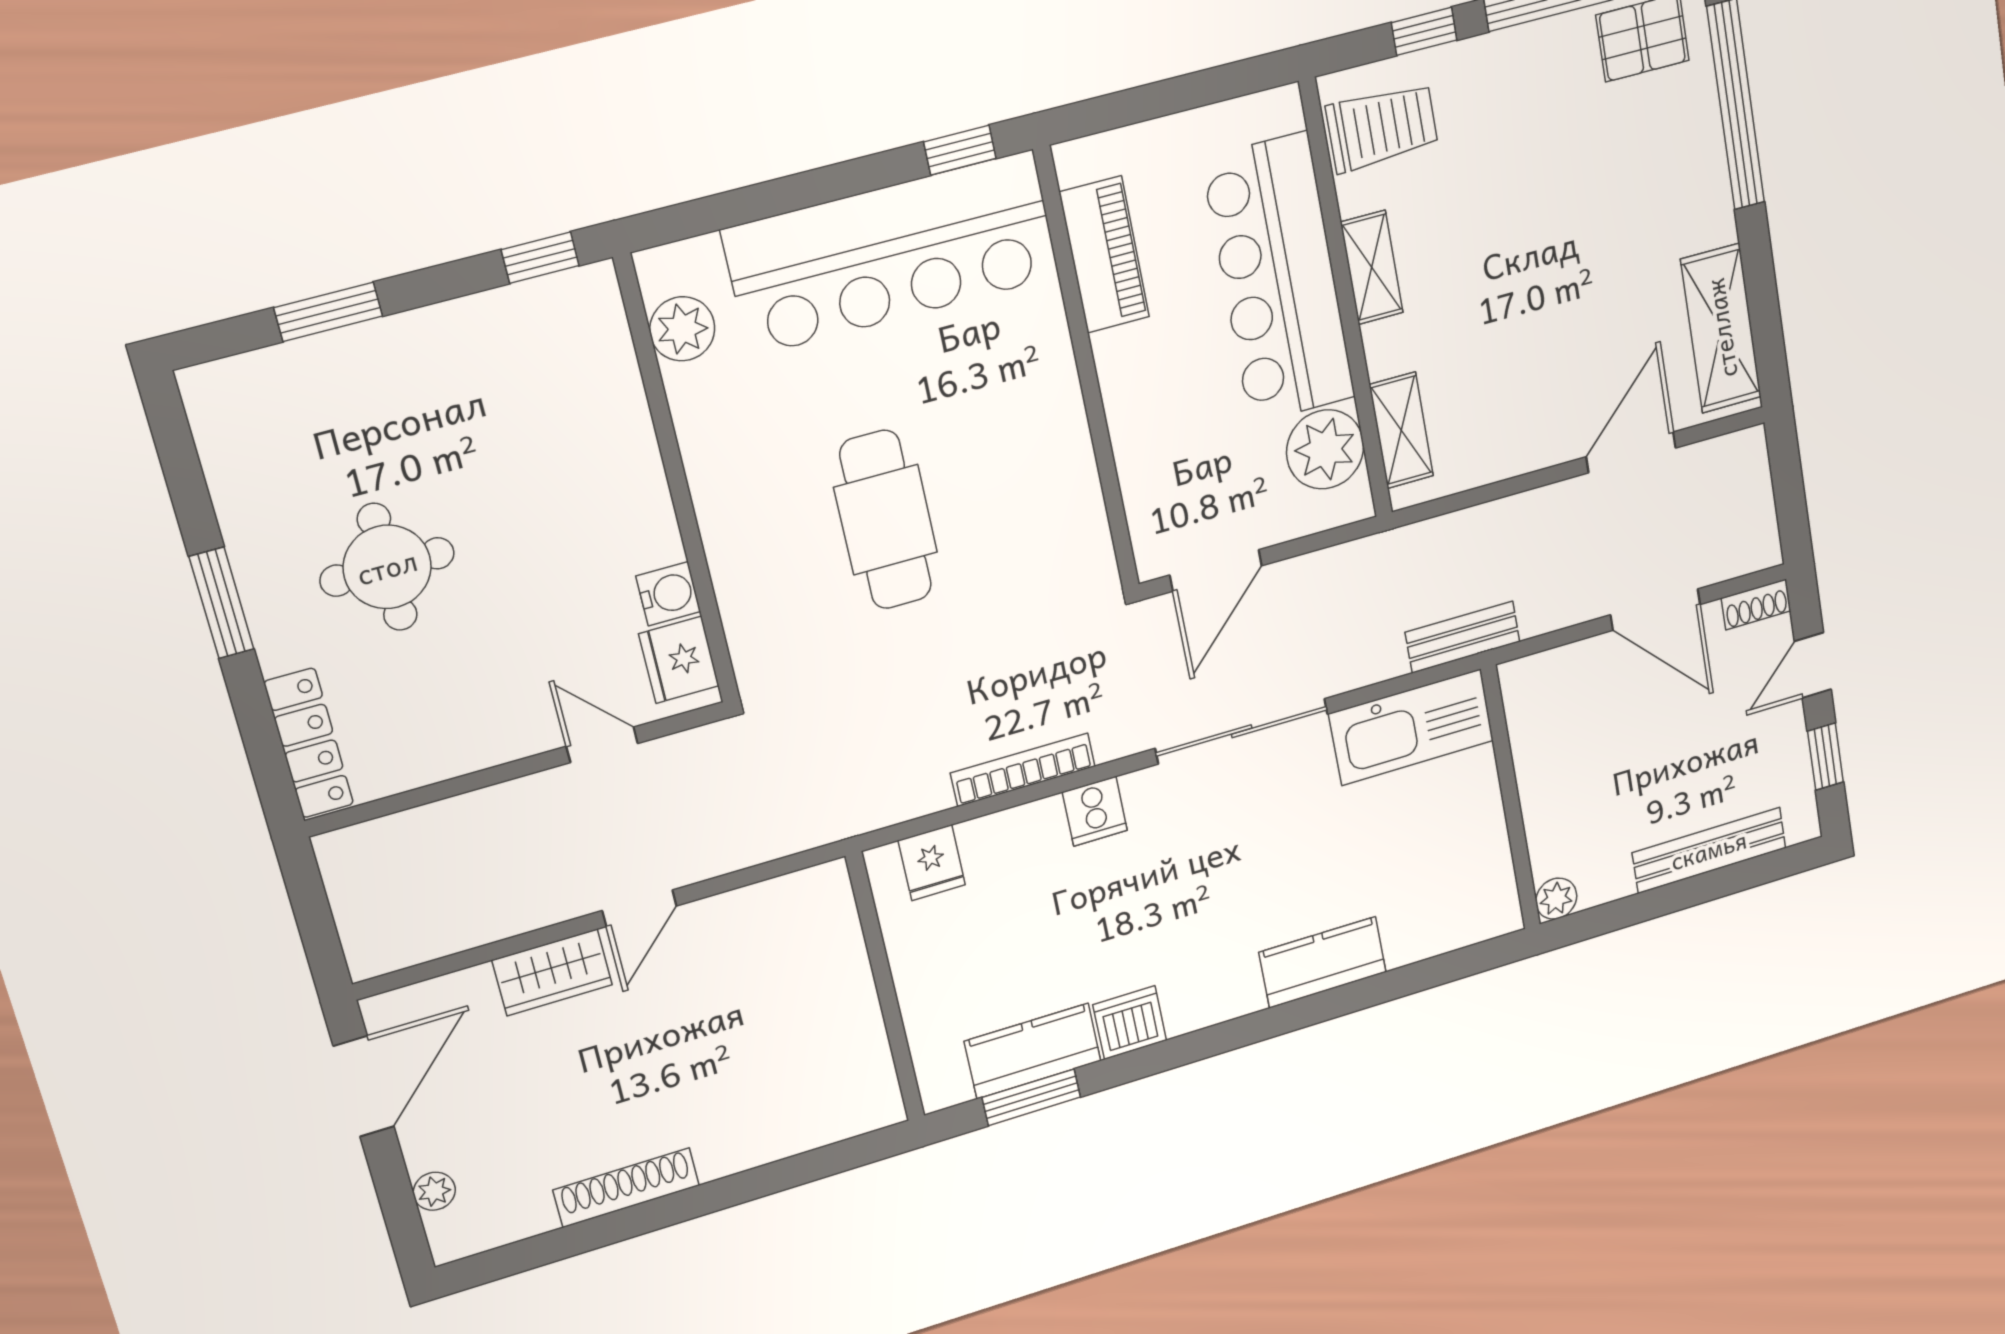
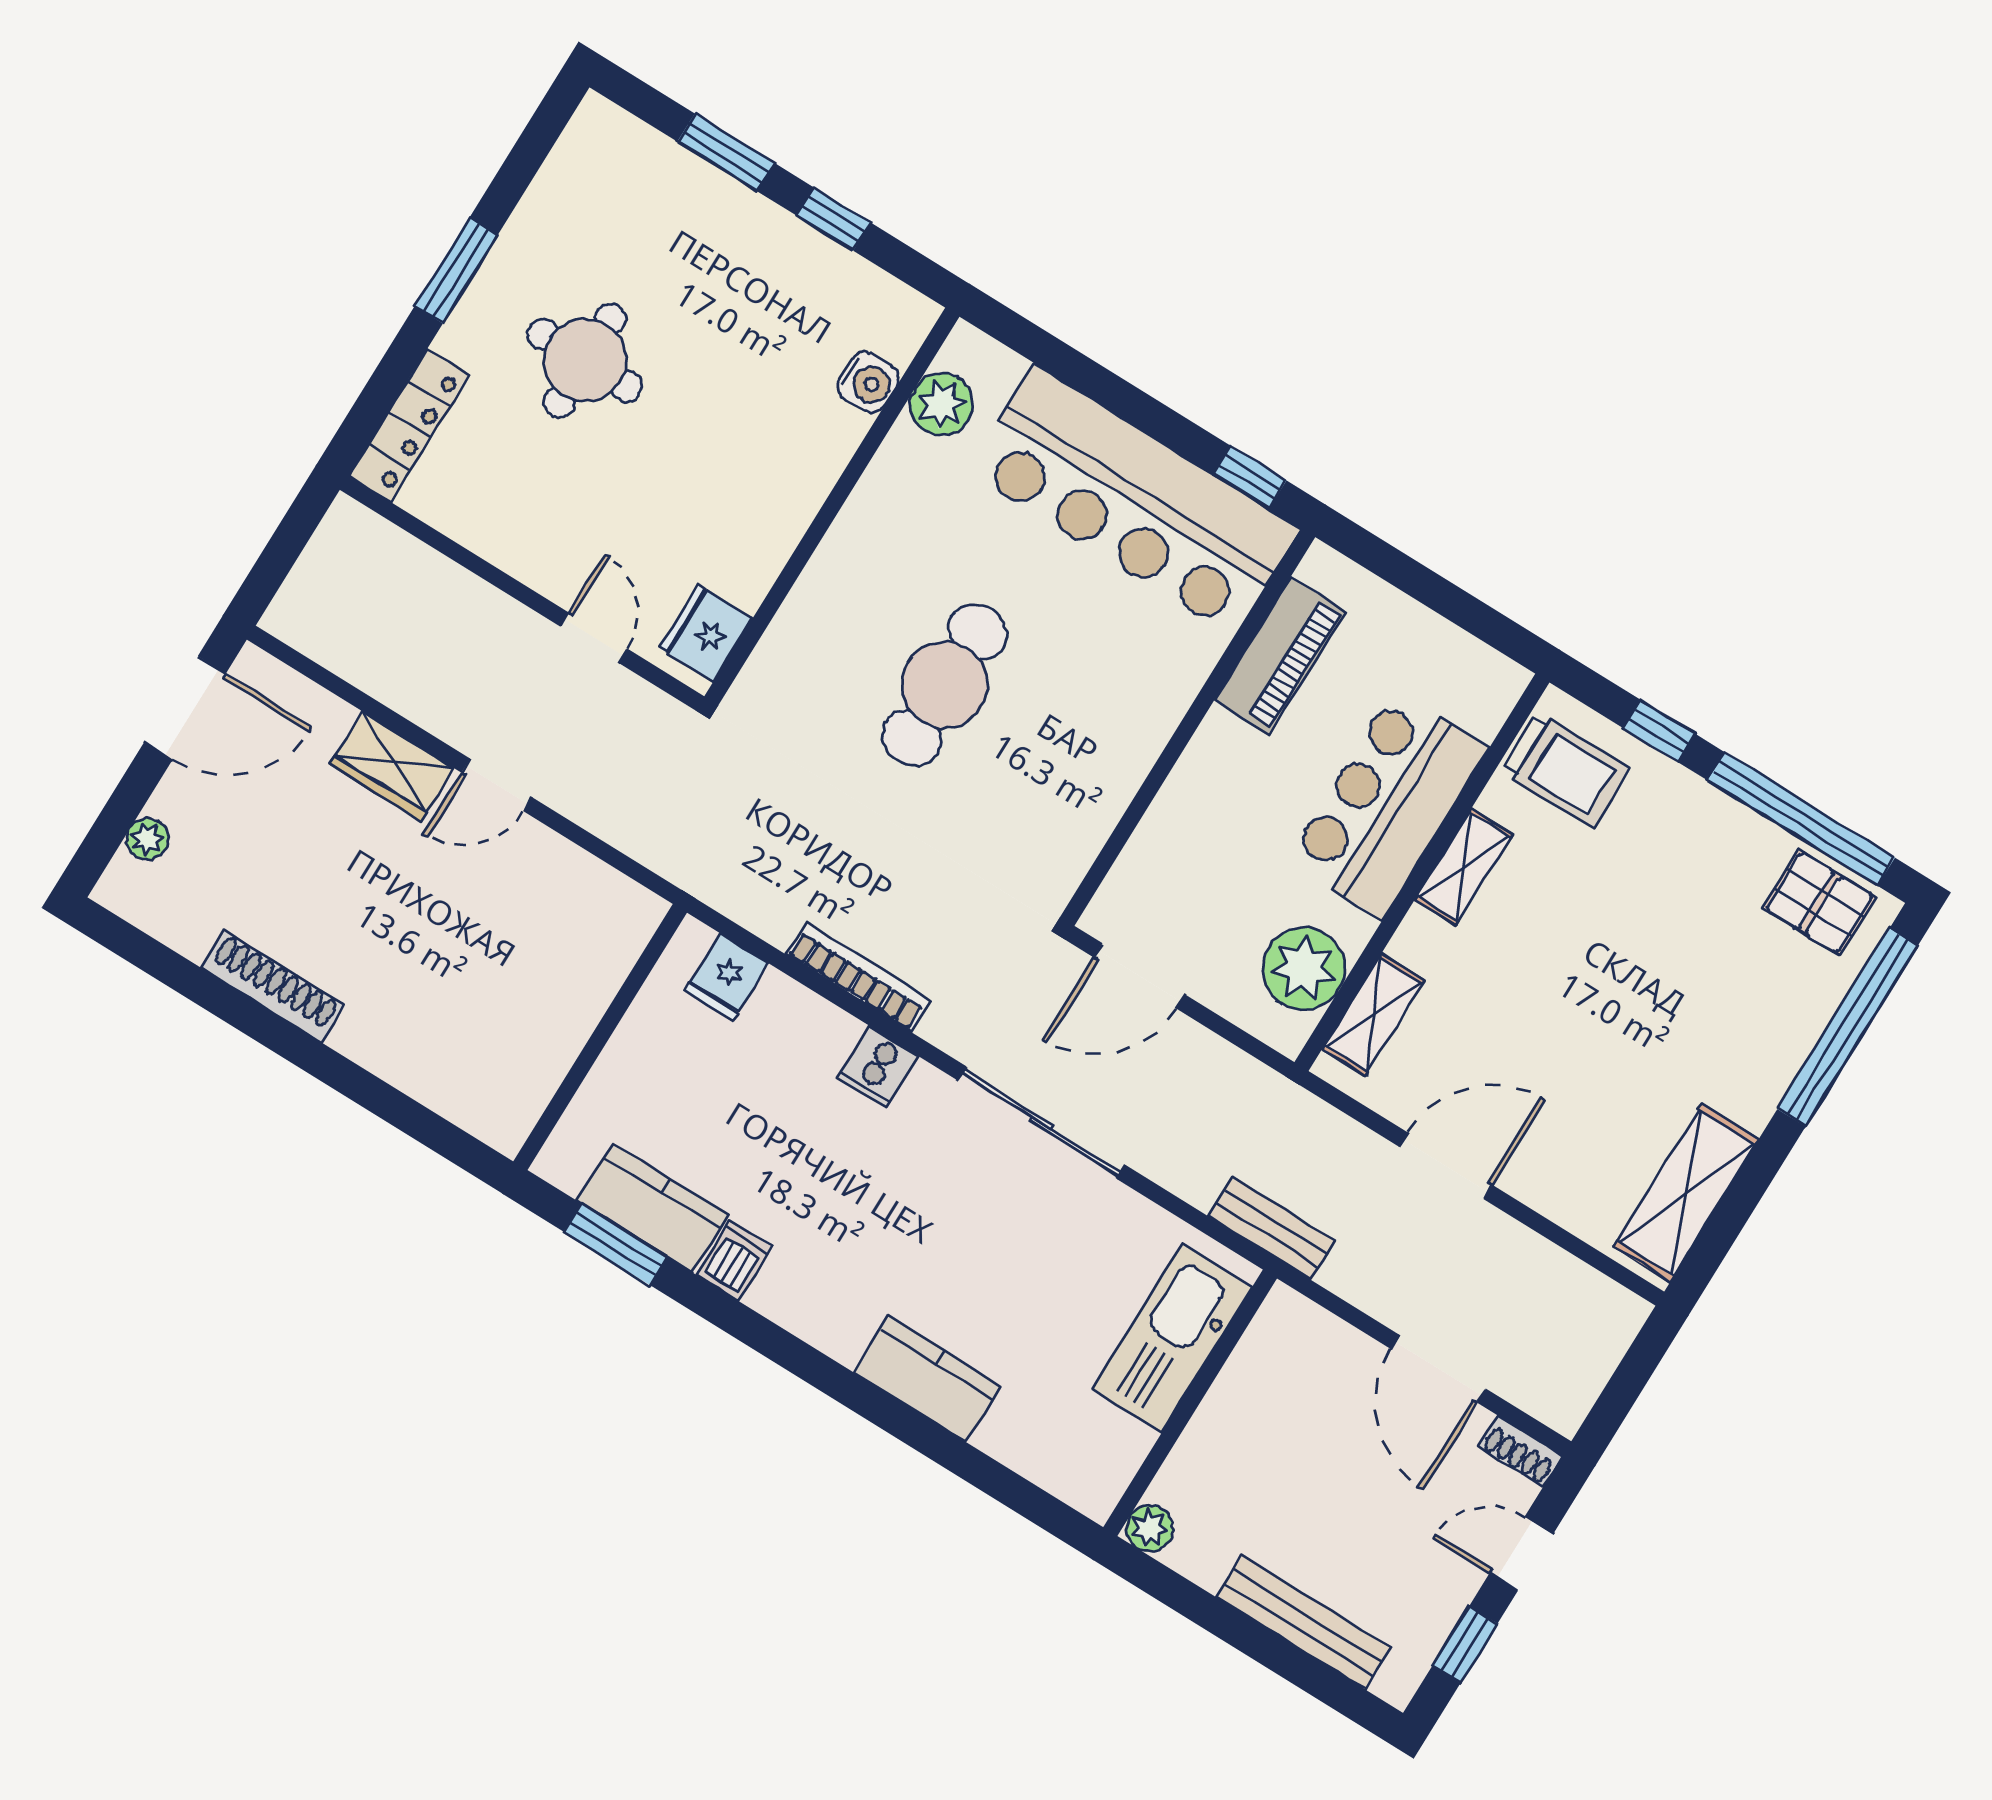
window: (540, 258) -> (833, 219), moved
bar counter: (1279, 279) -> (1388, 804), width x0.73
door: (1631, 452) -> (1446, 1166), moved
water cooler: (668, 594) -> (868, 382), moved
kitchen sink: (1411, 727) -> (1172, 1338), moved, turned 90
dishwasher: (1130, 1023) -> (734, 1261), width x0.73

